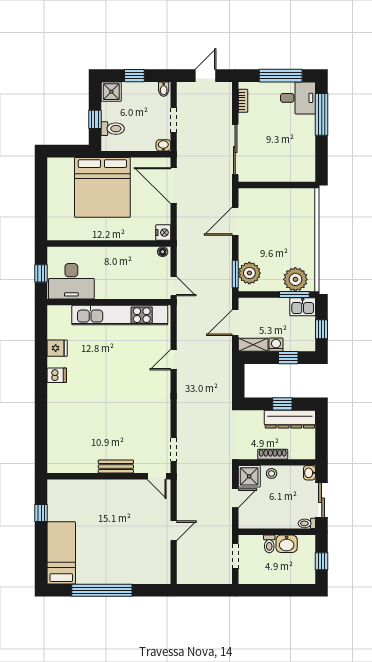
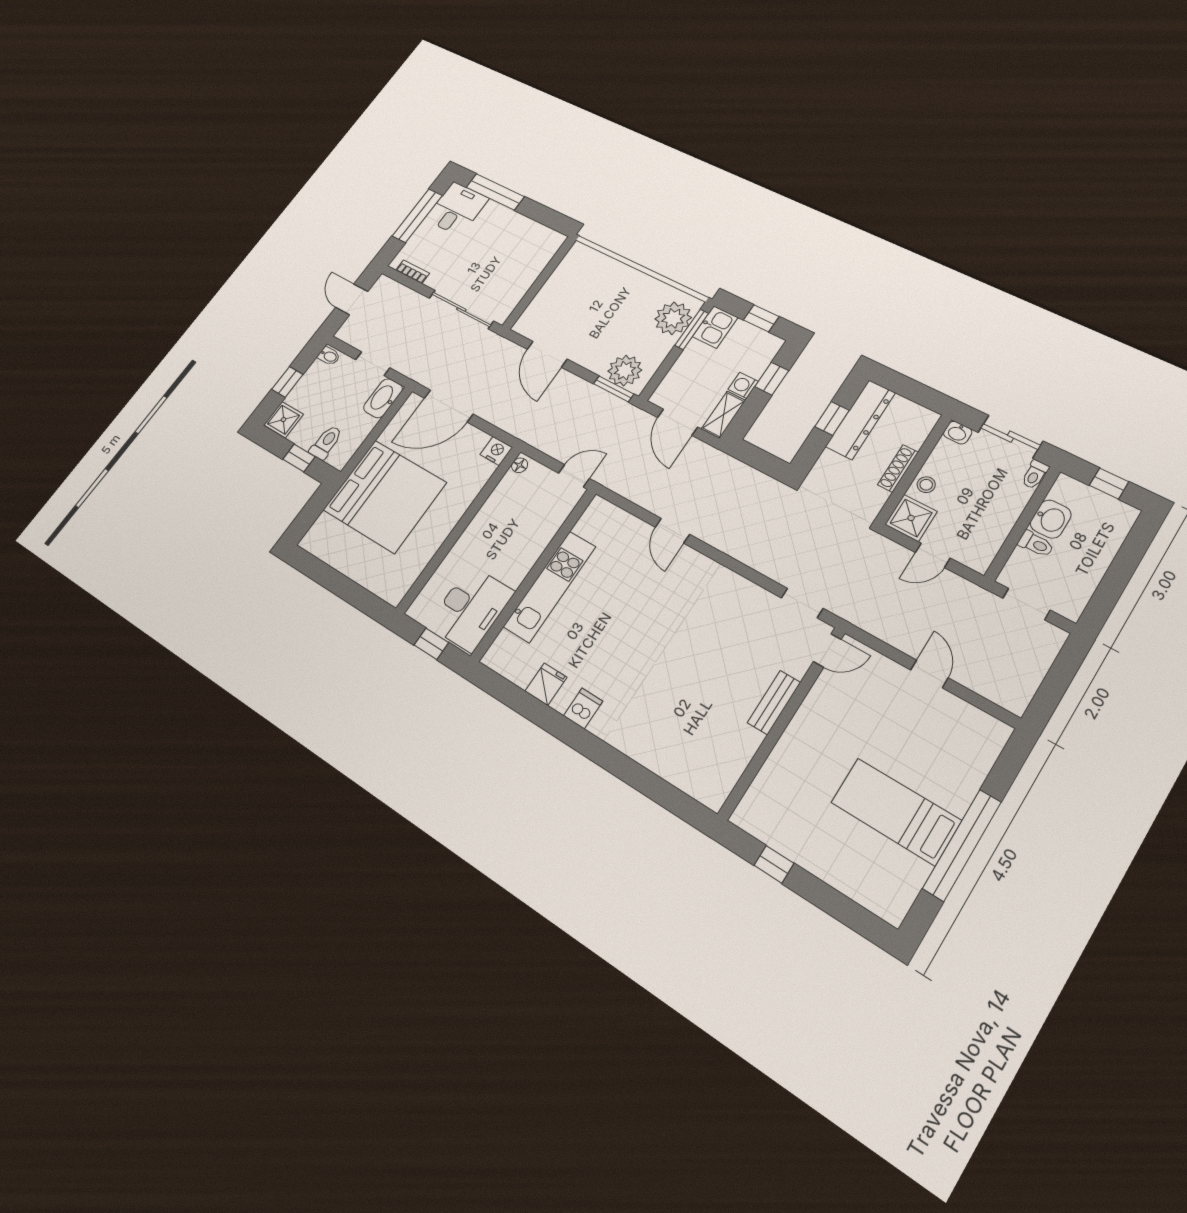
washbasin: (163, 145) -> (383, 398), width x1.91, depth x1.45
kitchen unit: (120, 315) -> (550, 587), width x0.73
door: (235, 498) -> (933, 555), swing flipped
bed: (61, 553) -> (896, 811), moved

